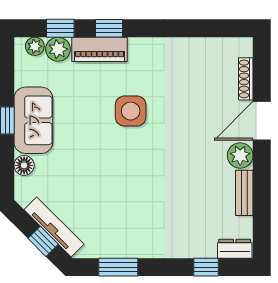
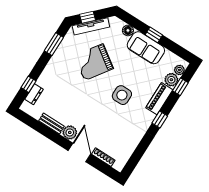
window: (109, 28) -> (160, 119), moved
grand piano: (107, 187) -> (94, 62), added
dresser: (235, 249) -> (34, 94), moved

